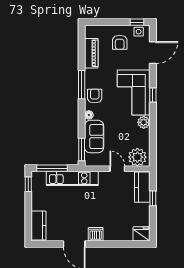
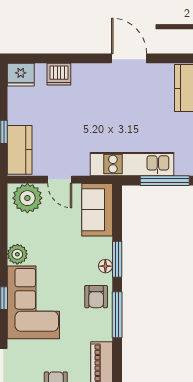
sofa: (94, 137) -> (97, 210), moved
window: (82, 150) -> (117, 259), moved
dishwasher: (96, 234) -> (59, 74), moved

